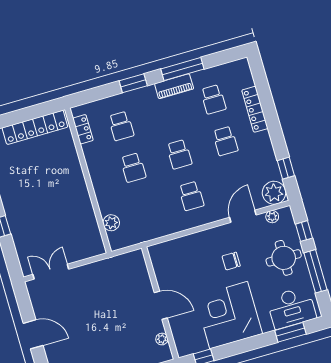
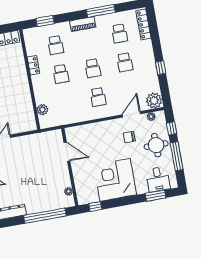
window: (133, 83) -> (45, 21), moved
piano: (174, 86) -> (83, 24), moved
locker: (255, 109) -> (143, 24), moved
locker: (83, 129) -> (33, 65), moved
window: (286, 168) -> (161, 68), moved
chair: (231, 261) -> (129, 137), moved
door: (161, 305) -> (67, 152), moved
desk: (291, 308) -> (158, 179), width x0.73

